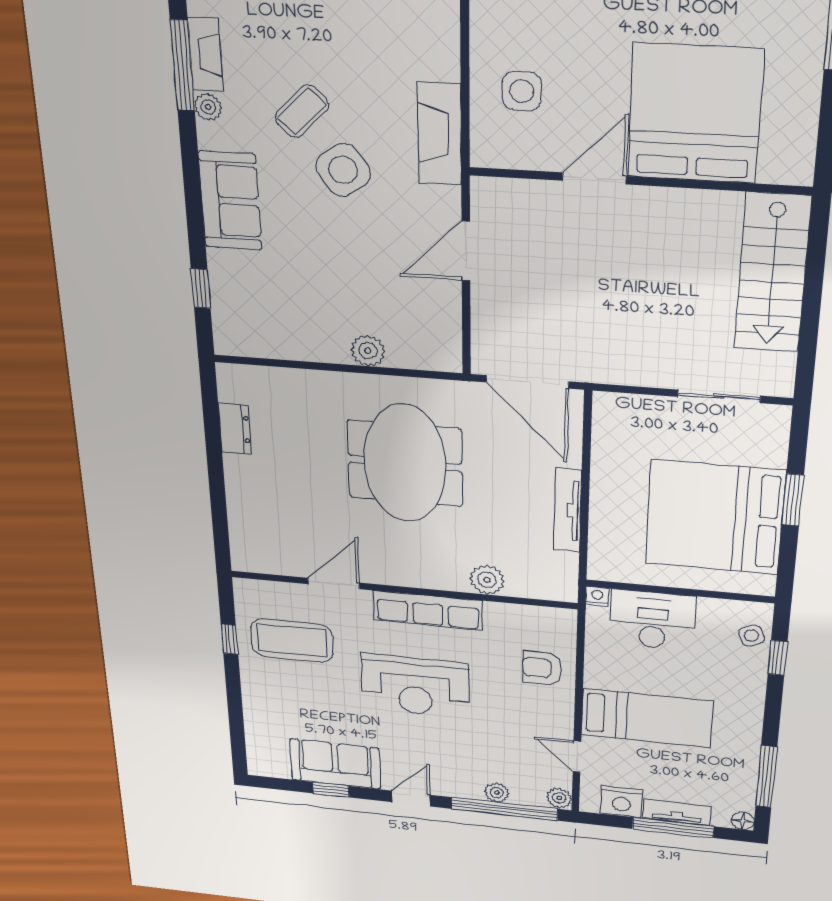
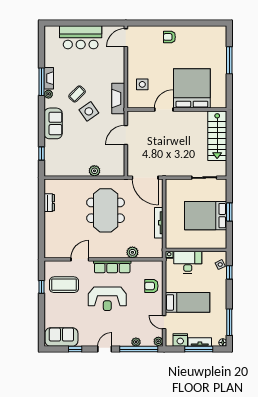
bed: (715, 517) -> (206, 216), width x0.73
sofa: (335, 764) -> (61, 337), moved

